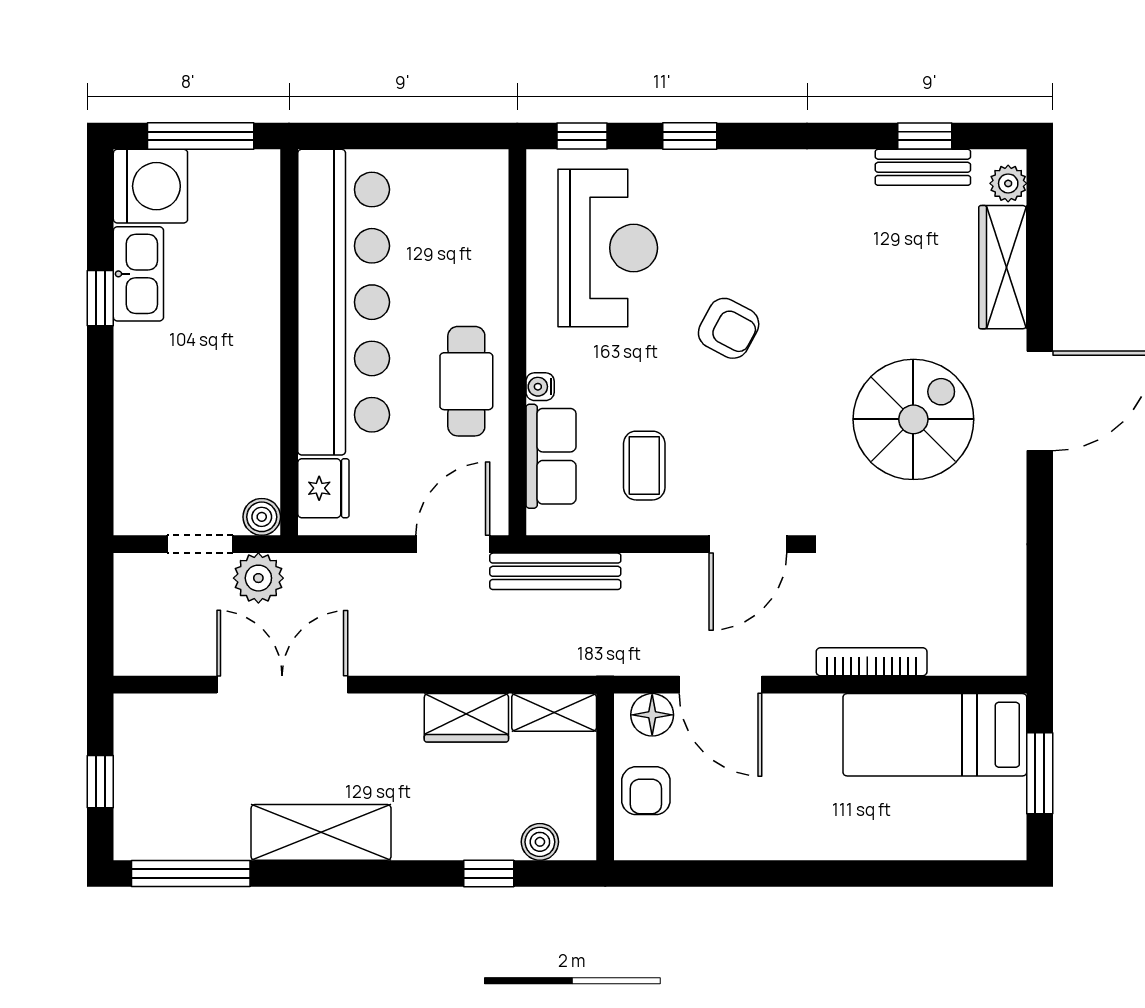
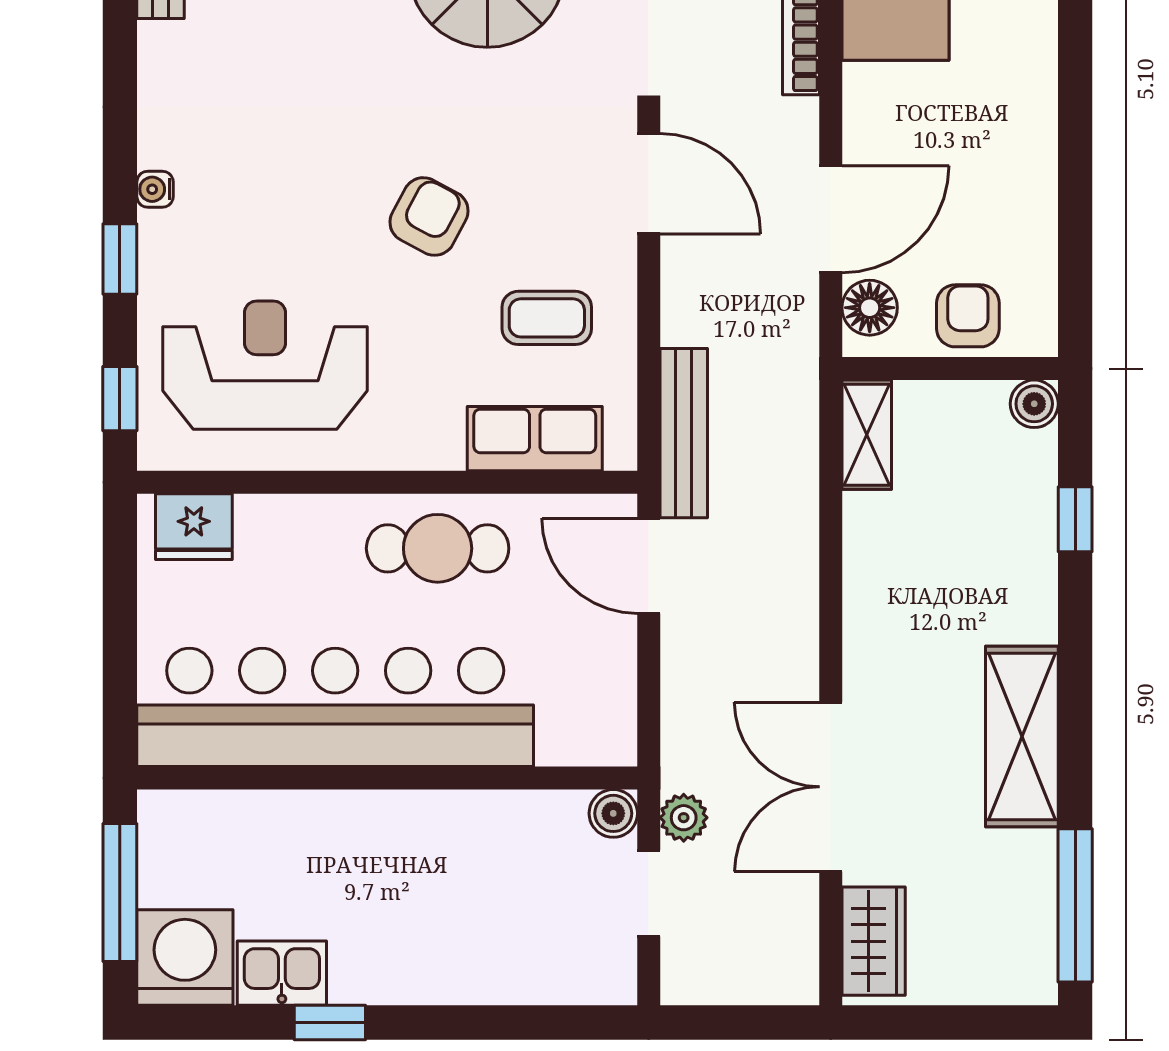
kitchen sink: (138, 274) -> (282, 973), width x0.73
armchair: (729, 328) -> (429, 216), moved
water cooler: (540, 387) -> (155, 189), moved, turned 90
fridge: (323, 488) -> (194, 527), moved, turned 180
plant: (258, 578) -> (684, 818), width x0.73, depth x0.73
wardrobe: (466, 718) -> (874, 941), moved
window: (100, 782) -> (956, 1022), removed
armchair: (646, 791) -> (968, 316), turned -90
boiler: (540, 842) -> (1034, 404), moved

